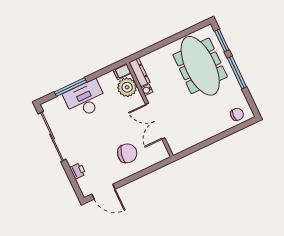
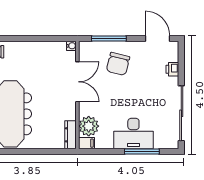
water cooler: (147, 90) -> (71, 46), moved
chair: (127, 153) -> (118, 64), turned -88
window: (146, 172) -> (109, 38), added

